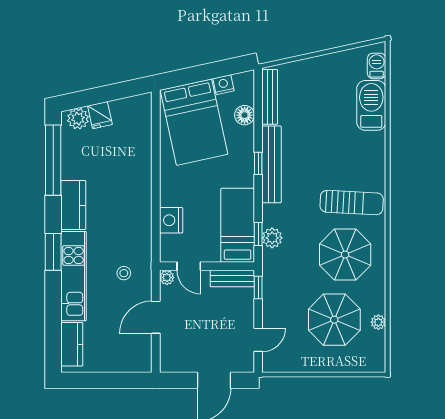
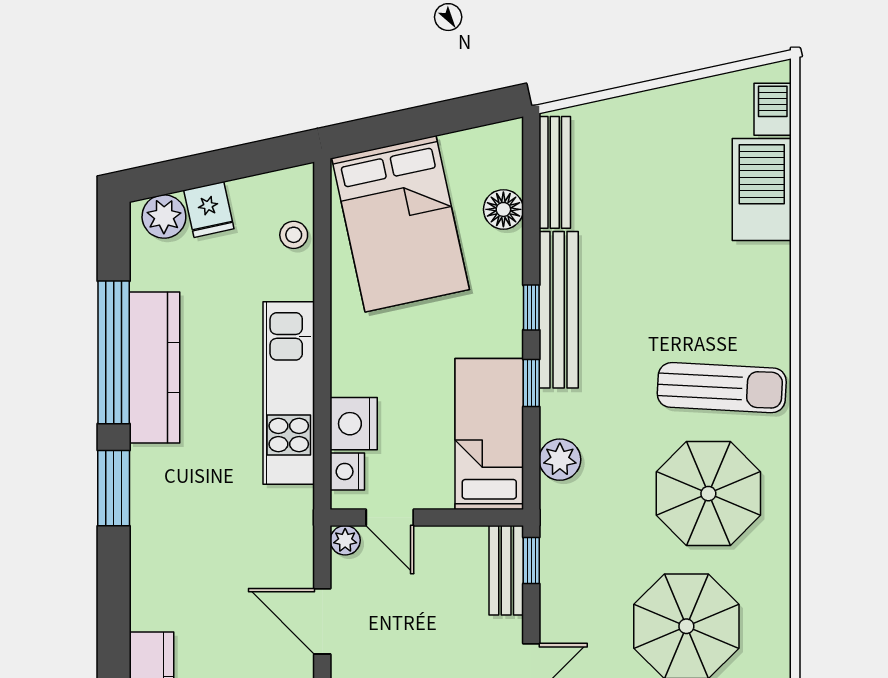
nightstand: (224, 85) -> (347, 472), moved, turned -78
window: (53, 160) -> (114, 352), moved
kitchen counter: (73, 205) -> (154, 367), width x1.50
window: (258, 234) -> (531, 383), moved
stool: (124, 273) -> (294, 235), moved
kitchen unit: (74, 276) -> (289, 393), moved, turned 180
bench: (232, 279) -> (506, 570), moved, turned 90
door: (156, 317) -> (322, 621), hinge flipped
plant: (378, 322) -> (776, 631), removed

